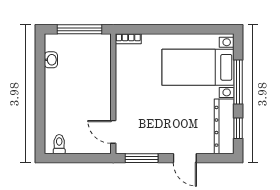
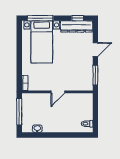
window: (238, 82) -> (40, 18), moved
door: (113, 132) -> (58, 92), moved

